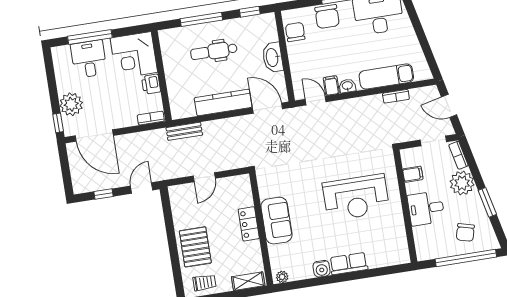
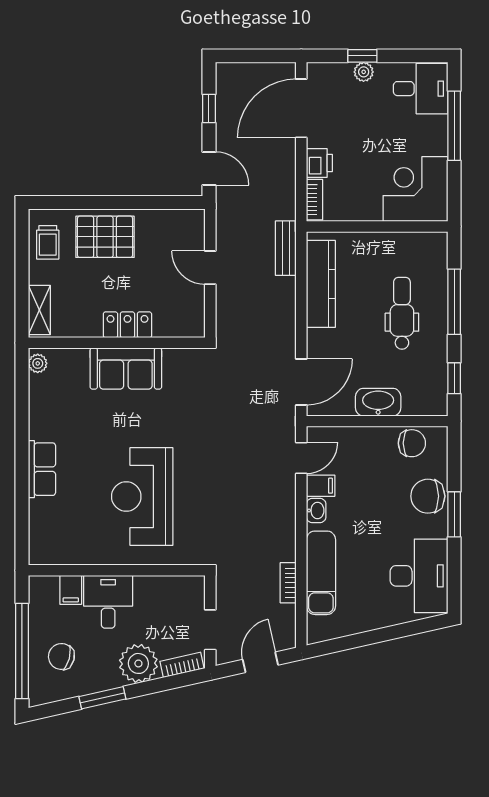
desk: (89, 59) -> (421, 89), moved
printer: (151, 84) -> (319, 163), moved, turned 90
kitchen counter: (223, 102) -> (321, 284), moved
plant: (71, 104) -> (364, 72), width x0.53, depth x0.53
window: (58, 123) -> (362, 56), moved
filing cabinet: (413, 174) -> (71, 590), moved
water cooler: (322, 269) -> (41, 426), removed

